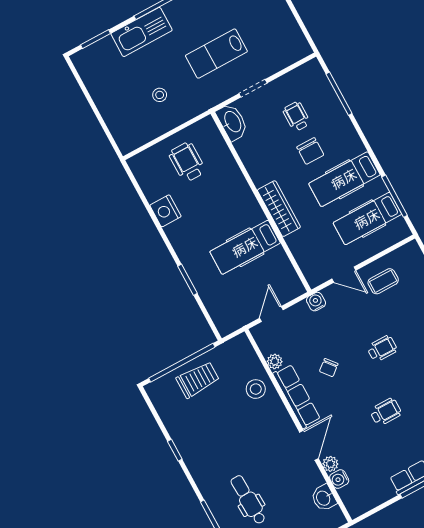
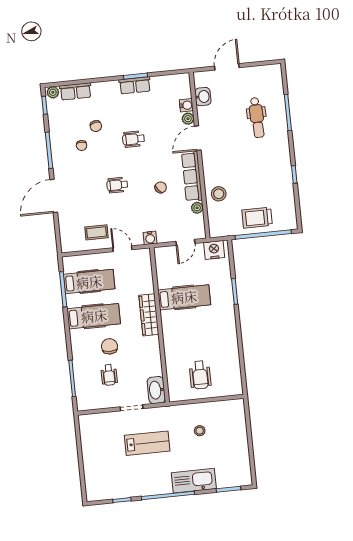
nightstand: (165, 211) -> (214, 250), moved, turned -90

